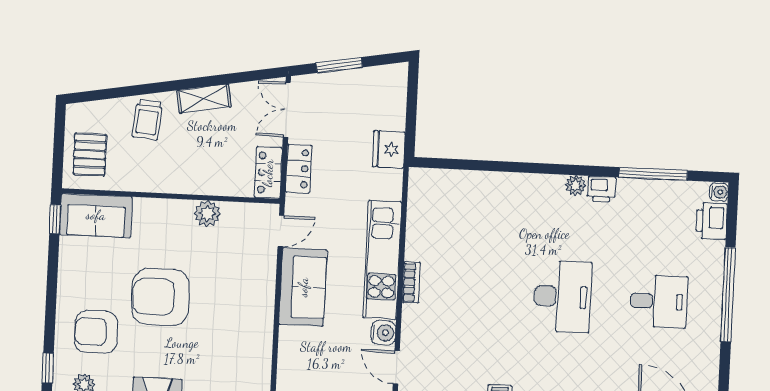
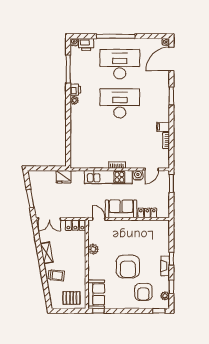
locker: (299, 169) -> (147, 213), moved
desk: (563, 297) -> (120, 103), width x1.36, depth x1.30
desk: (659, 301) -> (120, 64), width x1.87, depth x1.30

